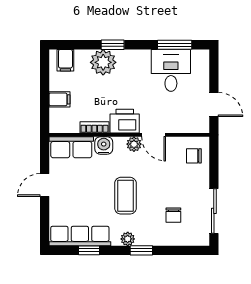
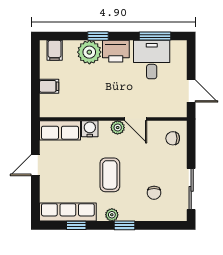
printer: (125, 121) -> (116, 51), moved, turned 180
bookcase: (94, 127) -> (81, 112), removed

